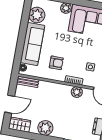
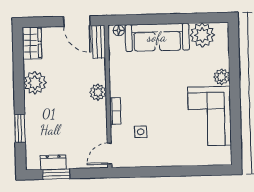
armchair: (56, 63) -> (136, 79), removed
plant: (77, 92) -> (98, 92), moved
door: (10, 104) -> (77, 21), moved

